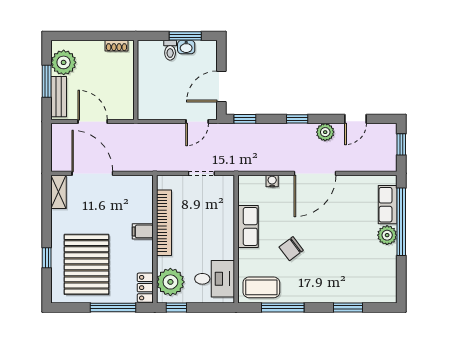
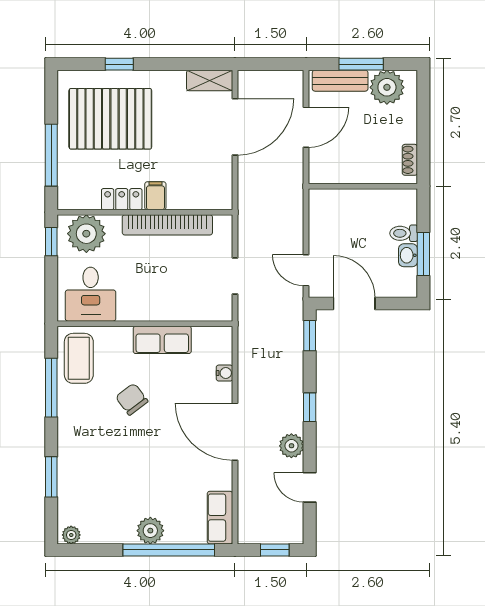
row of seats: (388, 205) -> (220, 518), moved, turned -90
locker: (145, 288) -> (122, 199), moved
plant: (390, 293) -> (71, 535), added

